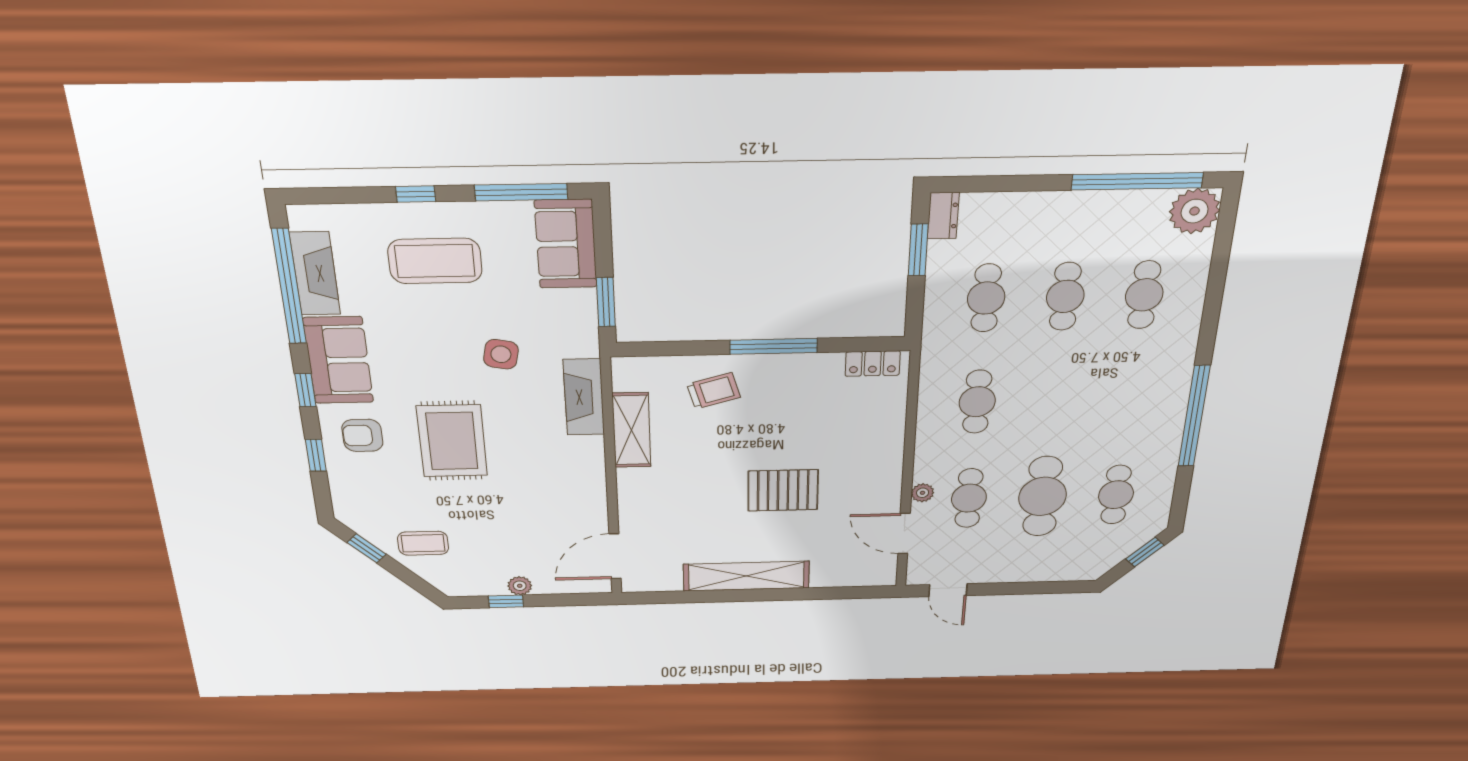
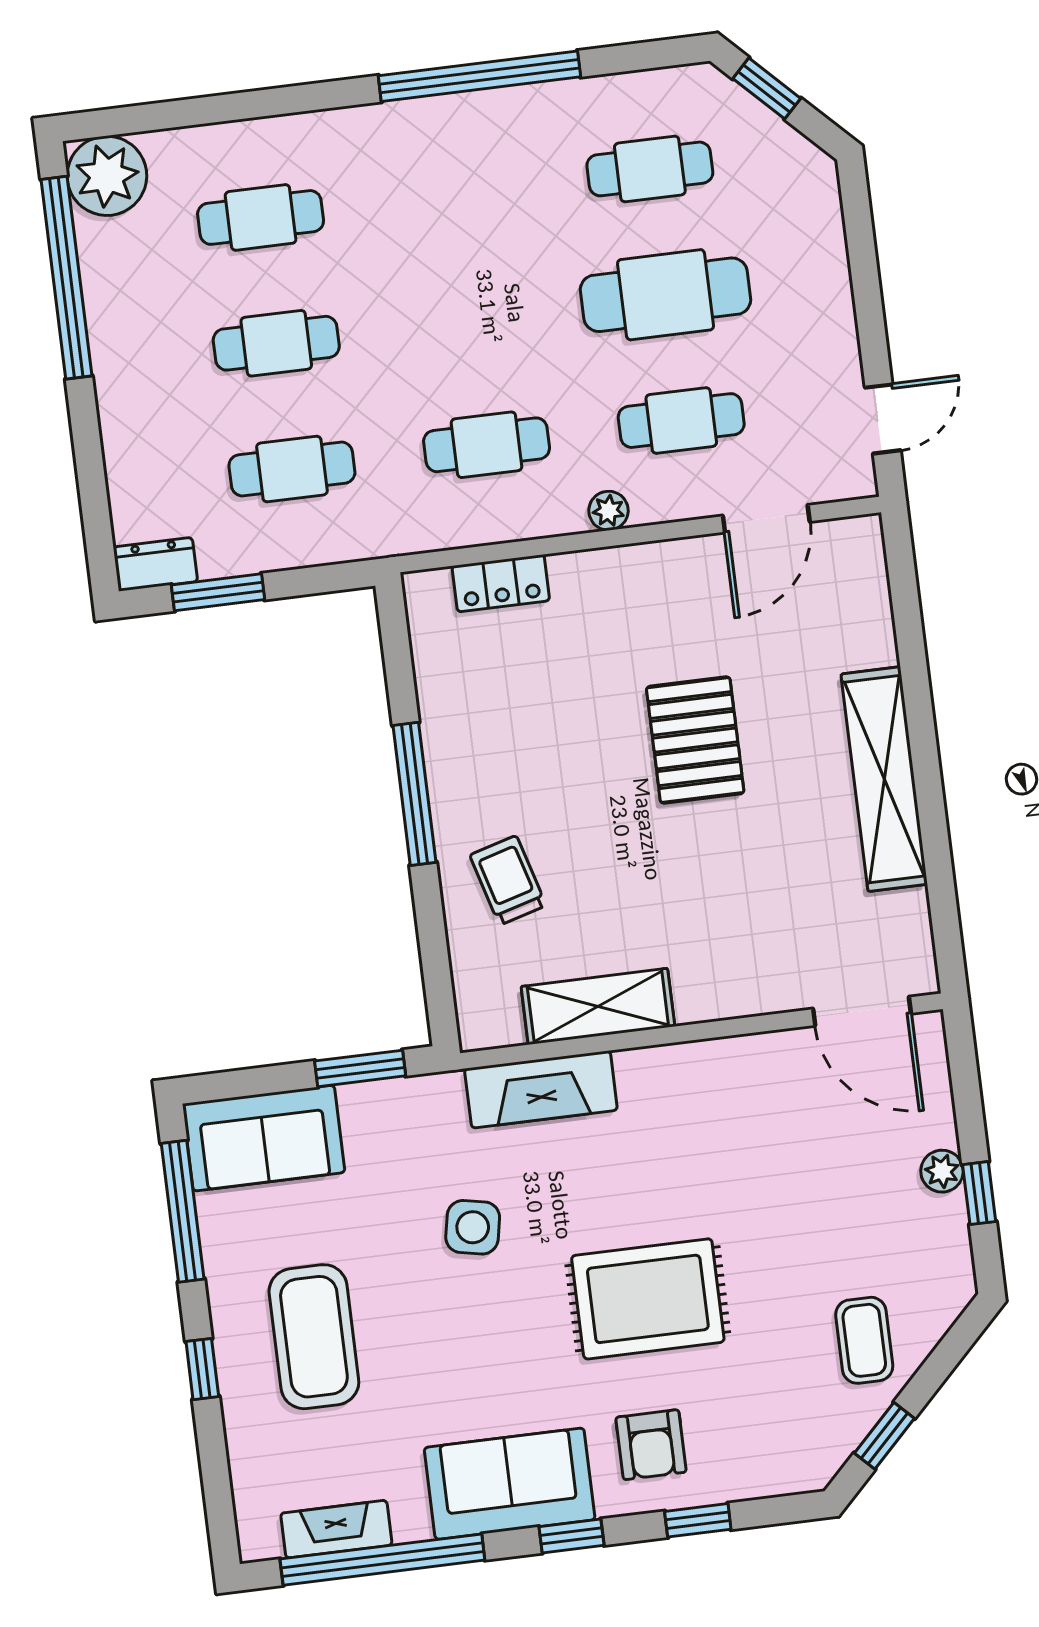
fireplace: (315, 274) -> (336, 1529), width x0.73, depth x0.76
locker: (873, 364) -> (501, 583), moved, turned 90
plant: (923, 493) -> (608, 511), moved

